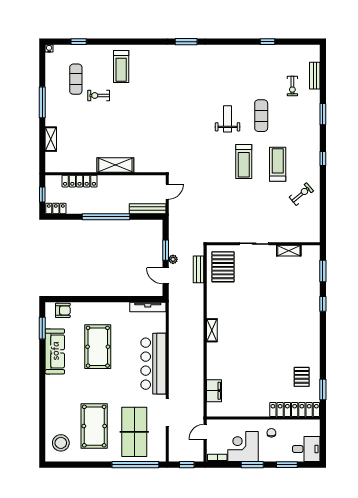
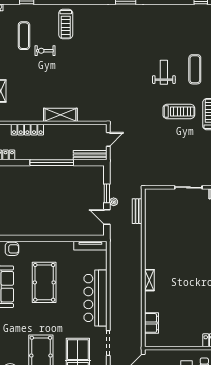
treadmill: (244, 161) -> (179, 111), turned -90
pallet: (223, 267) -> (160, 209), removed
shelving: (212, 330) -> (149, 280), moved

